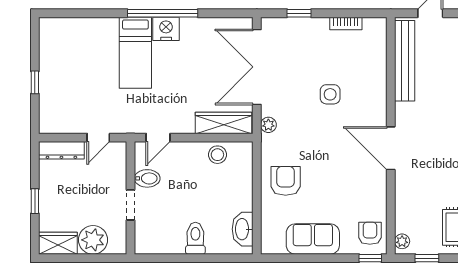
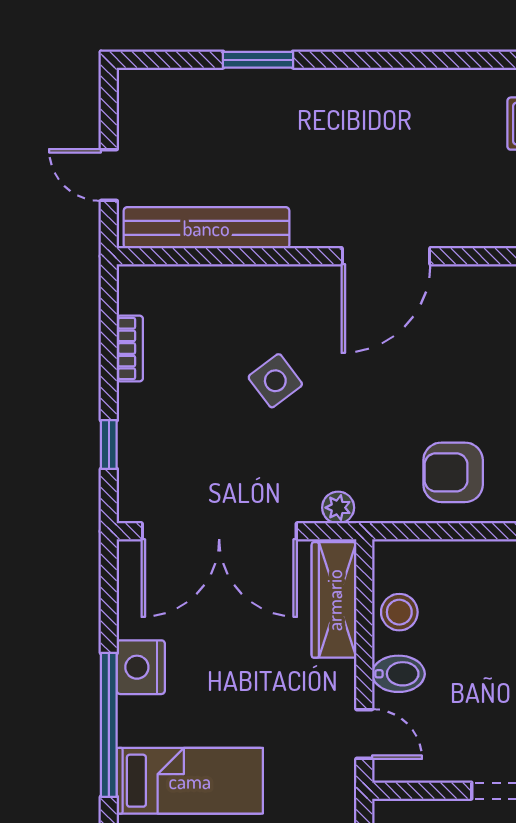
nightstand: (166, 29) -> (141, 667), moved
side table: (330, 94) -> (275, 381), turned -37
bidet: (147, 178) -> (398, 674), moved, turned 90

